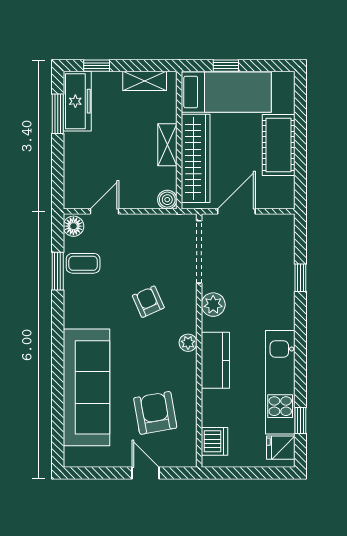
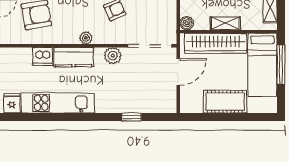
window: (226, 66) -> (281, 65), width x2.17
door: (236, 211) -> (178, 72), hinge flipped
window: (300, 420) -> (31, 117), removed
dishwasher: (214, 441) -> (43, 56), moved

